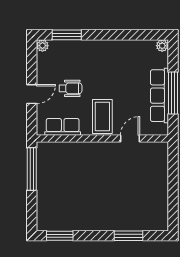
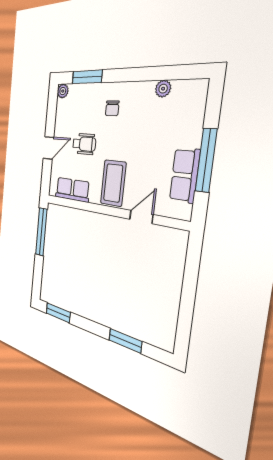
plant: (162, 46) -> (163, 89), moved
chair: (94, 60) -> (112, 108), added
row of seats: (159, 96) -> (185, 175), width x0.68

